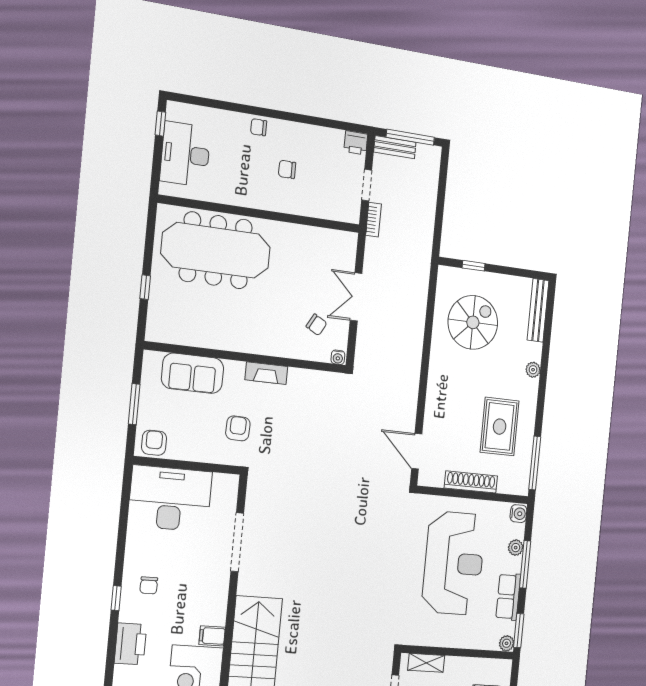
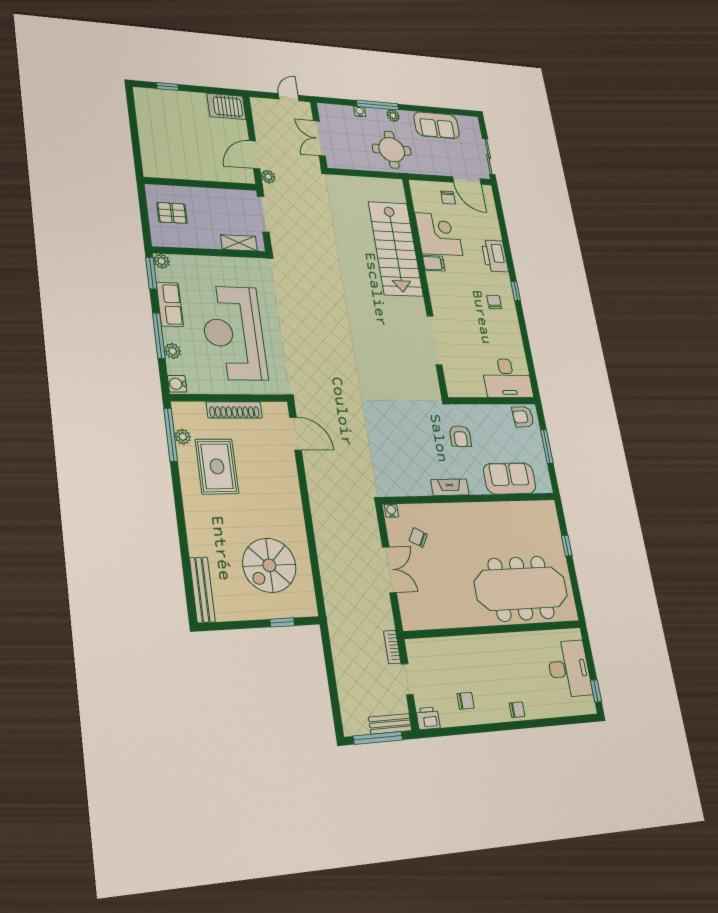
chair: (287, 169) -> (466, 701), moved
plant: (533, 370) -> (183, 437), moved
armchair: (154, 443) -> (523, 417), turned 87
desk: (170, 499) -> (507, 378), width x0.73, depth x0.77

